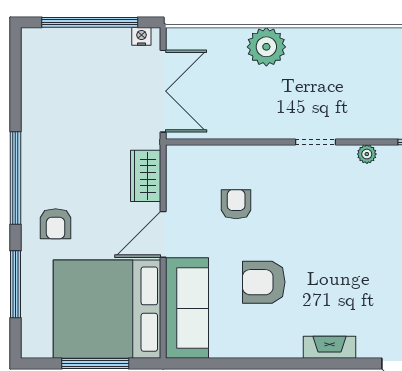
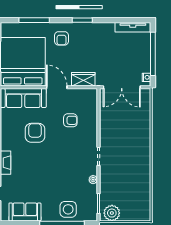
plant: (266, 47) -> (142, 134), removed
tv unit: (31, 67) -> (133, 27), added
window: (15, 178) -> (82, 20), width x0.47
armchair: (56, 224) -> (62, 38), turned -90

